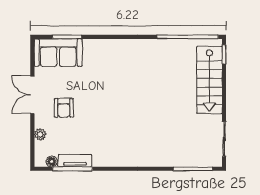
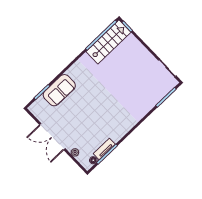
sofa: (58, 53) -> (59, 90), moved
stairs: (209, 80) -> (108, 42), moved, turned -90
double door: (32, 95) -> (52, 137), width x1.37
armchair: (64, 108) -> (74, 128), removed

